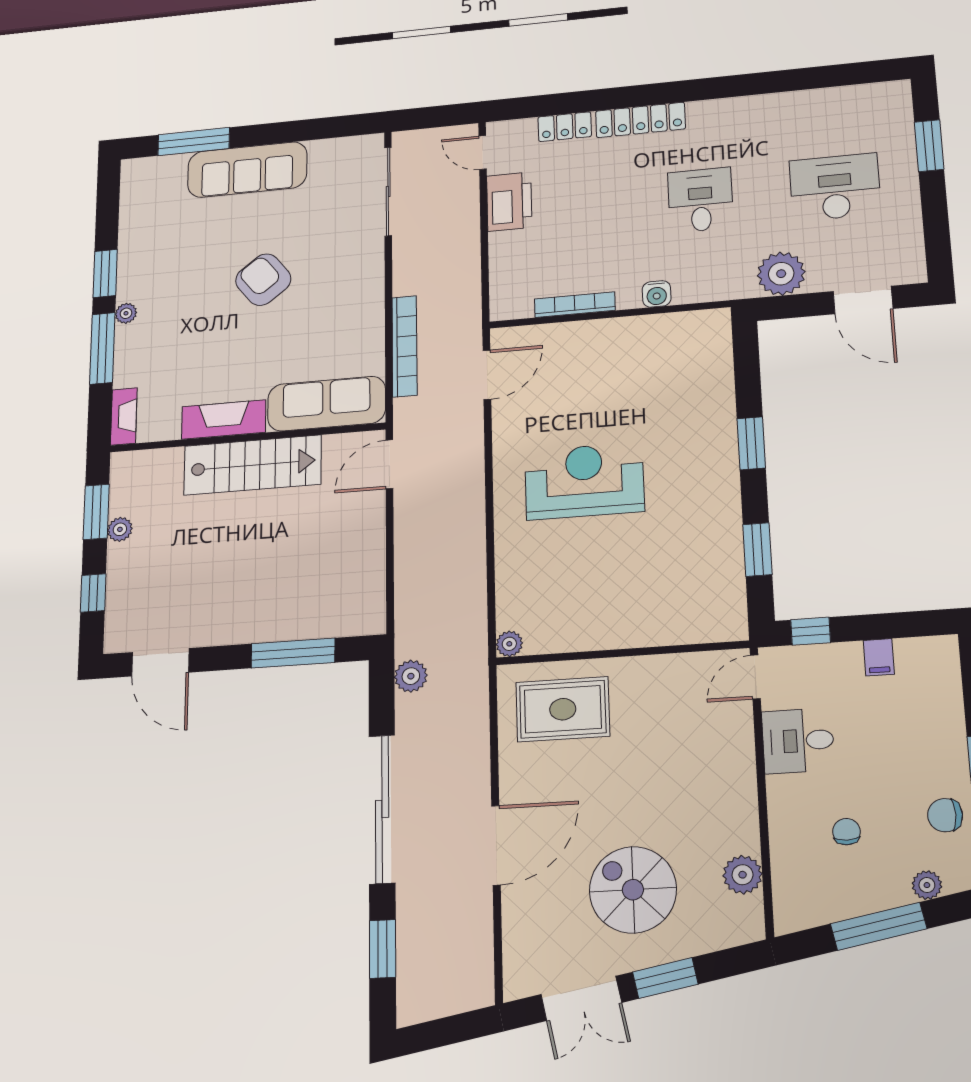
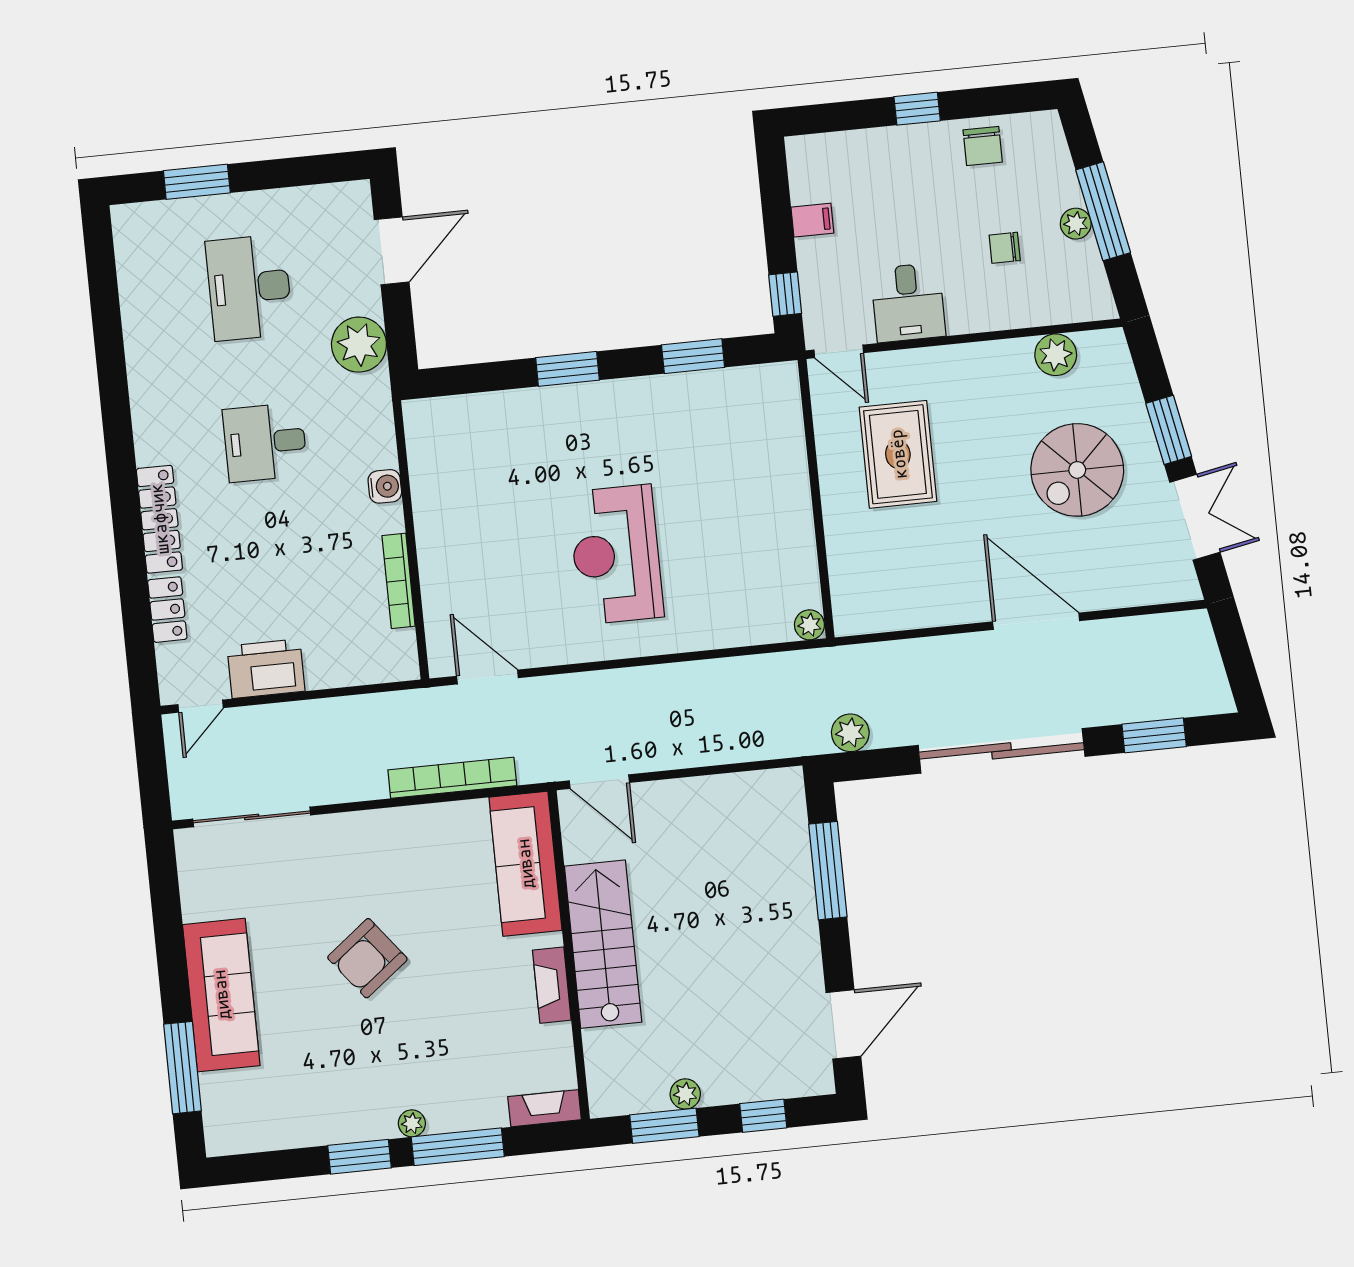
fireplace: (224, 420) -> (552, 985), width x0.73, depth x0.76
rug: (563, 709) -> (898, 454), moved
plant: (927, 885) -> (1076, 224), moved

